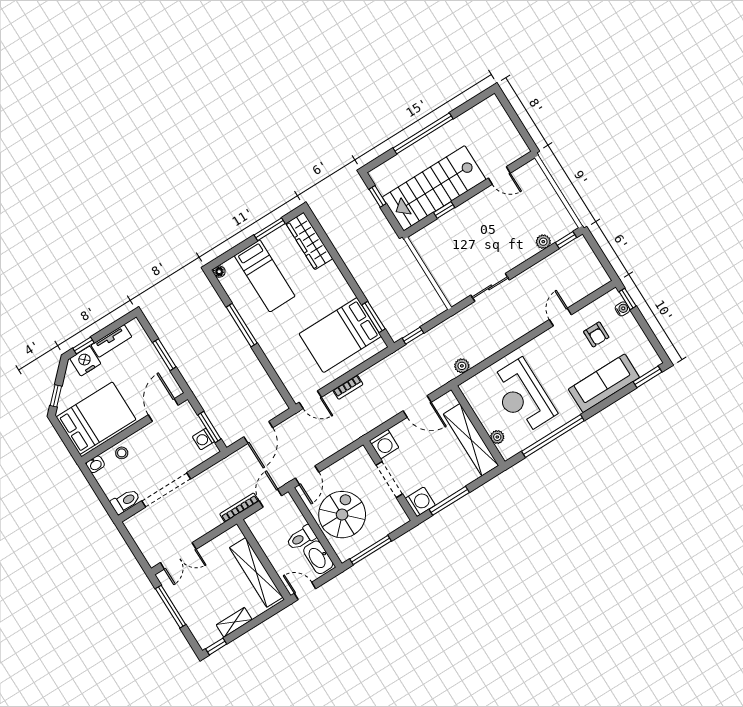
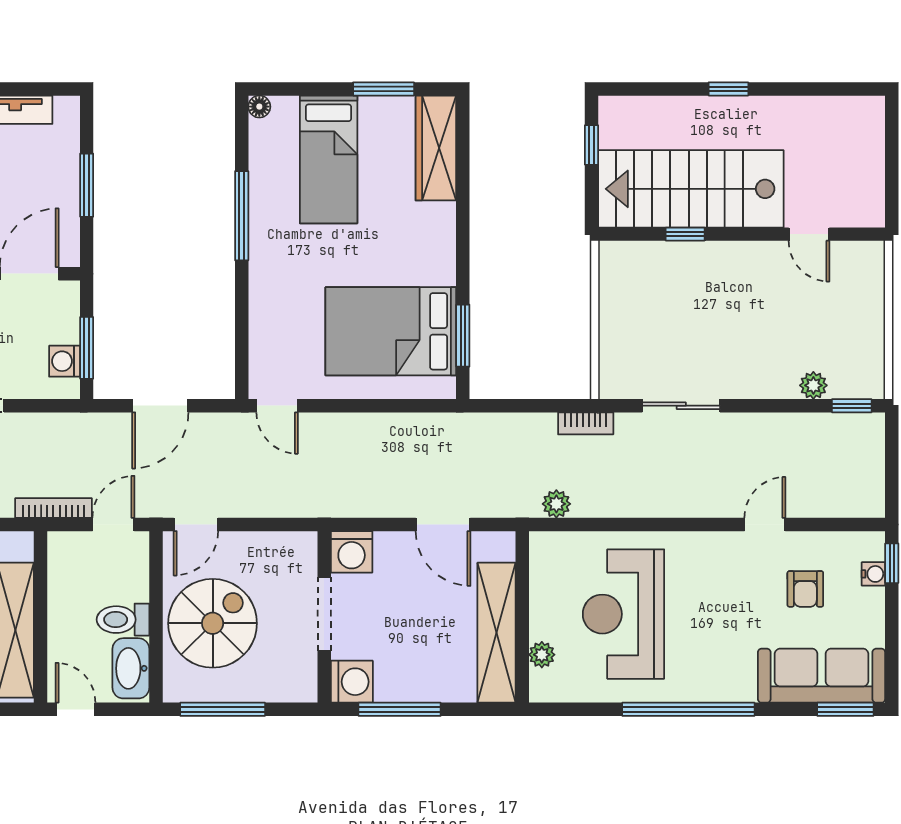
window: (423, 133) -> (728, 89), width x0.32
window: (413, 336) -> (508, 406), removed
sofa: (604, 383) -> (822, 676), moved
bookcase: (348, 387) -> (586, 423), moved
window: (553, 436) -> (688, 709), moved

